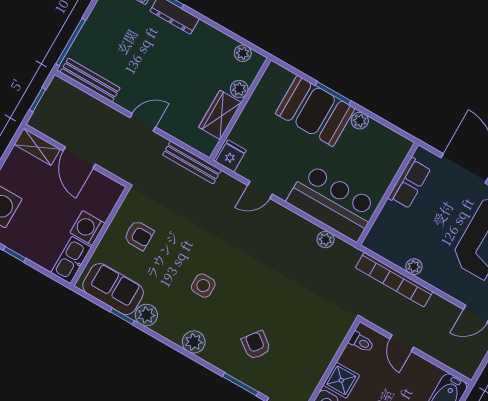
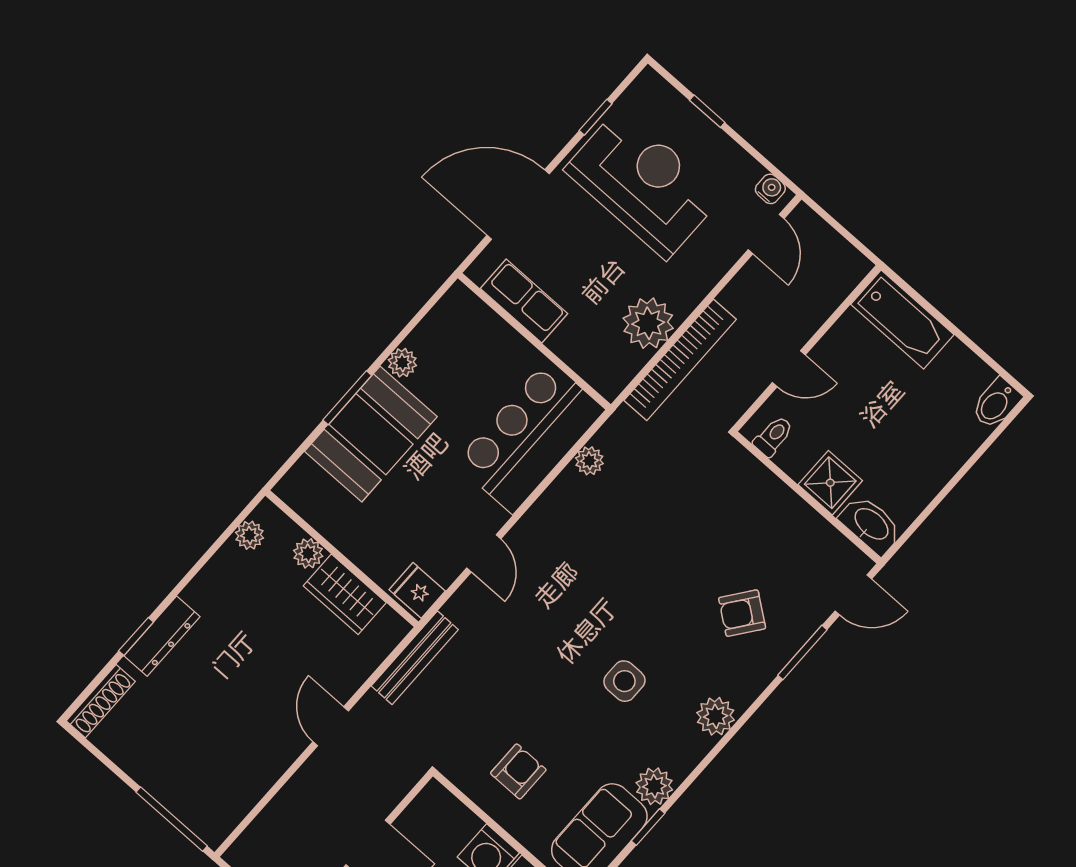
bench: (90, 80) -> (242, 800), removed
plant: (414, 267) -> (648, 323), width x1.88, depth x1.88

